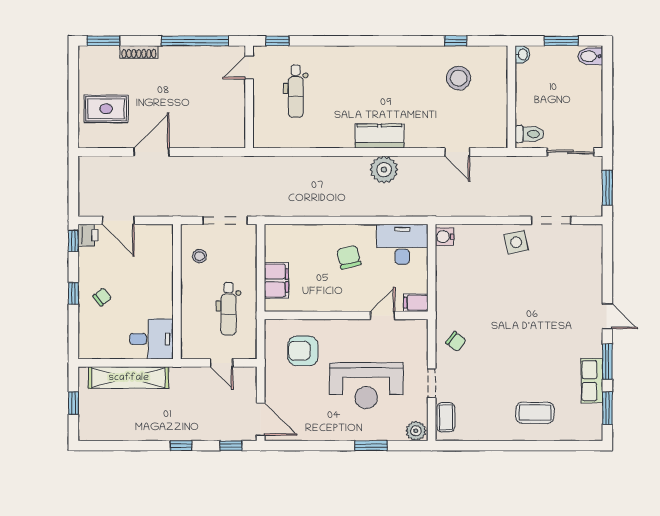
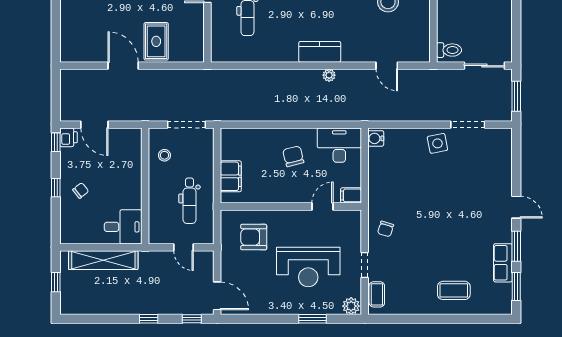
rug: (106, 109) -> (156, 41), moved, turned 90
door: (152, 152) -> (123, 66), hinge flipped
plant: (384, 170) -> (329, 75), width x0.53, depth x0.53
chair: (456, 341) -> (386, 229), turned 70

